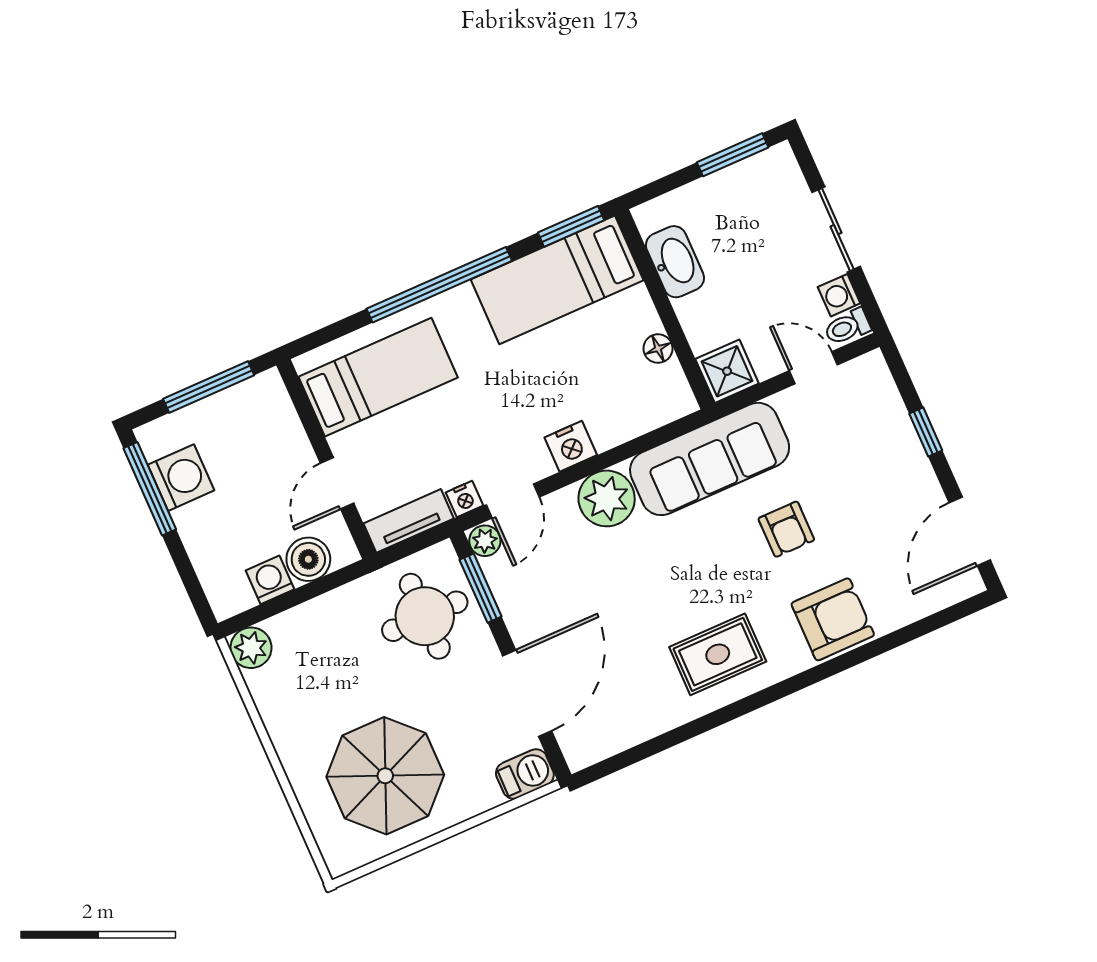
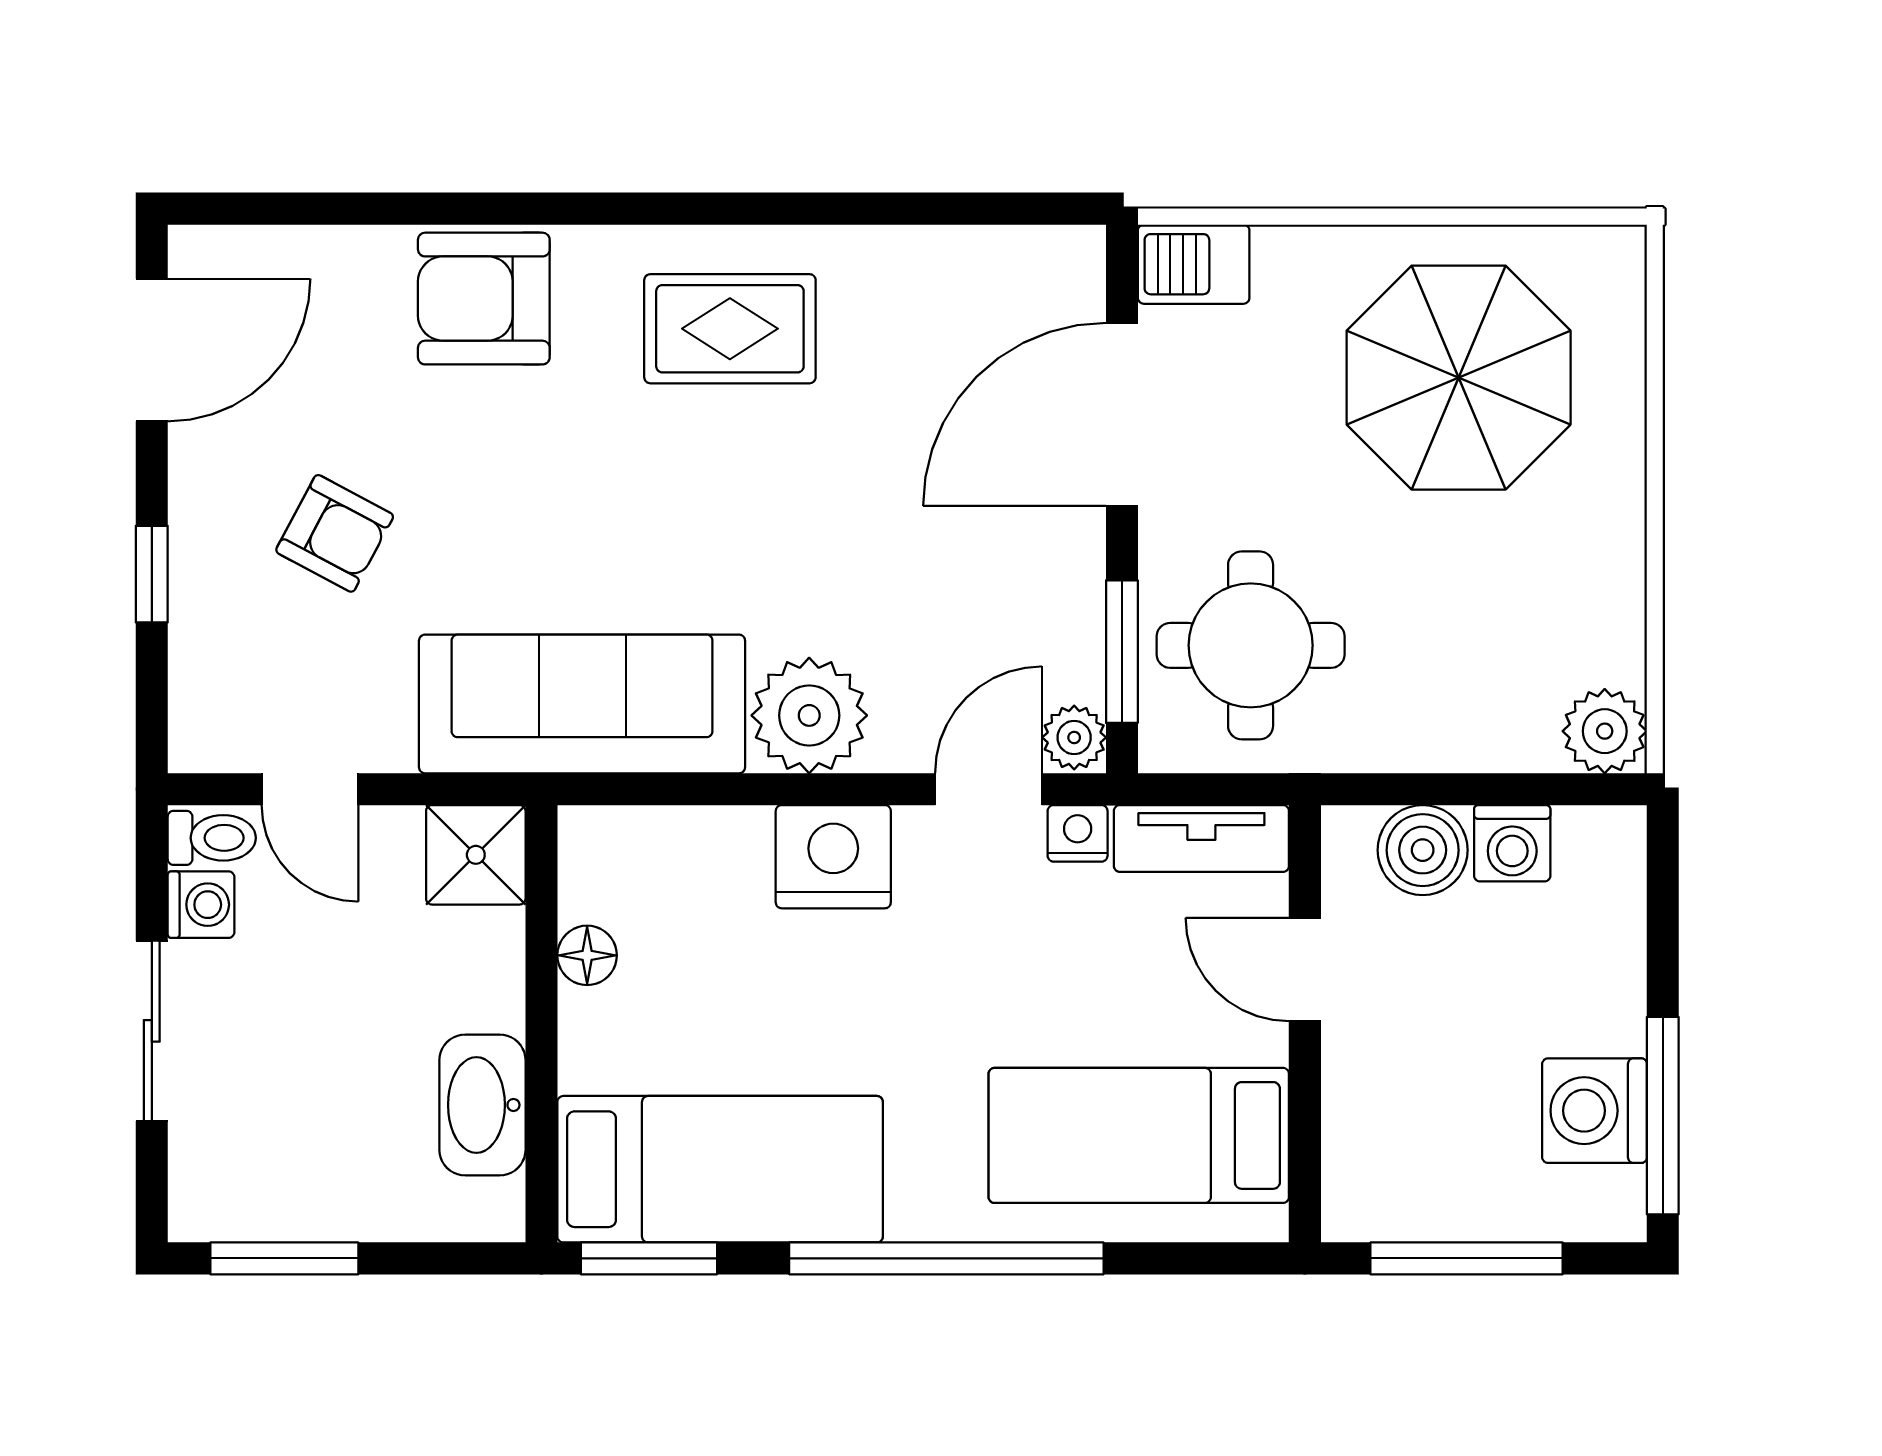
nightstand: (571, 446) -> (833, 857), width x1.36, depth x1.33
door: (337, 483) -> (1305, 969), swing flipped
armchair: (786, 529) -> (335, 533), moved, turned 118

